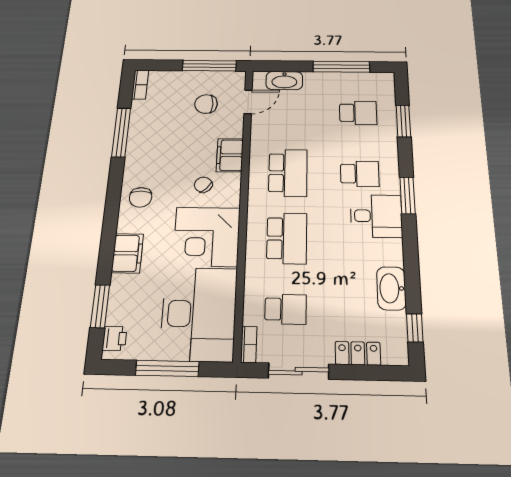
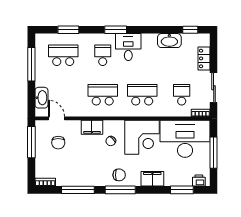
school desk: (358, 113) -> (63, 55), width x1.85
window: (113, 199) -> (120, 190), added

